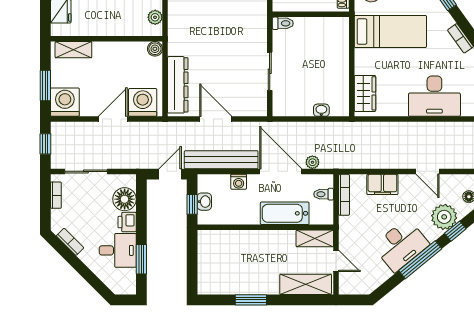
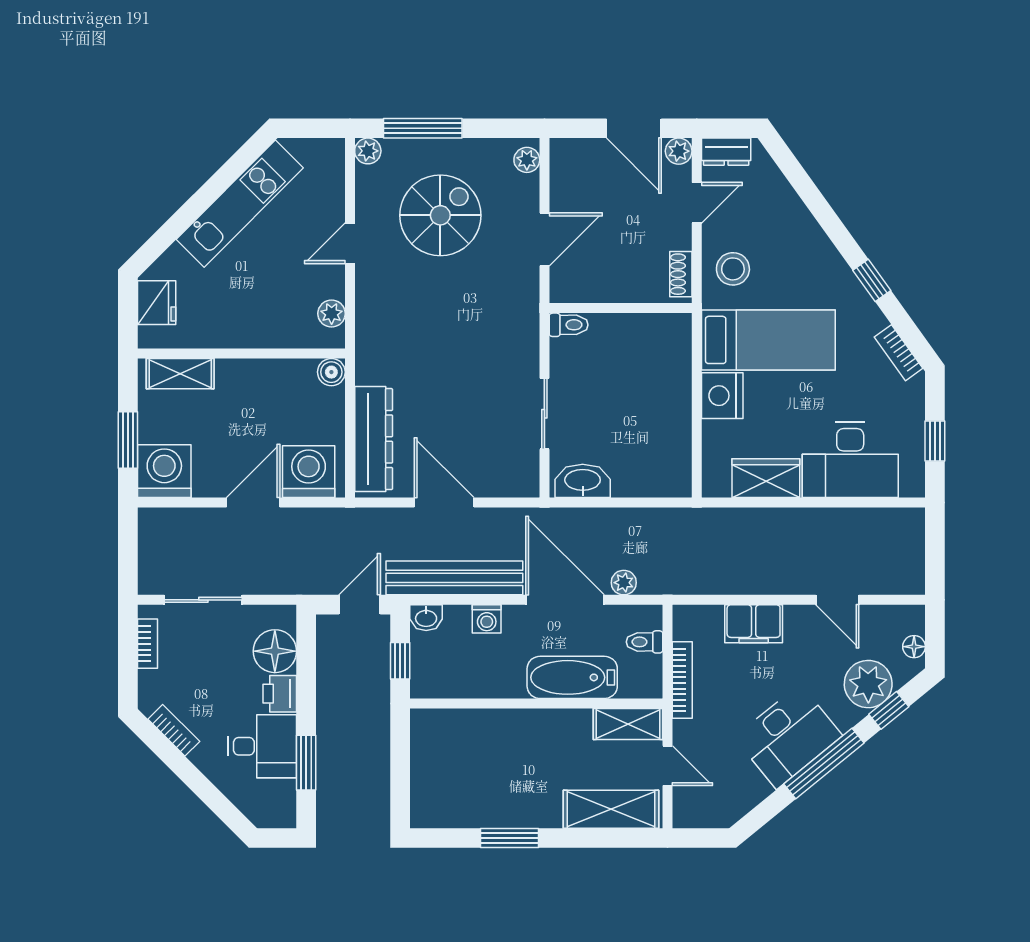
nightstand: (366, 61) -> (722, 396), added
wardrobe: (365, 93) -> (766, 478), moved, turned -90
washbasin: (321, 110) -> (583, 481), moved, width x1.91, depth x1.45
window: (45, 144) -> (128, 549), removed
bookcase: (344, 195) -> (682, 680), moved
washbasin: (204, 202) -> (426, 618), moved, turned 90

